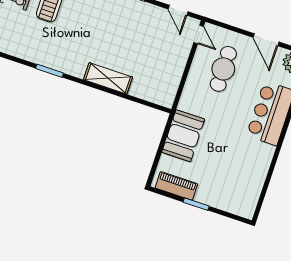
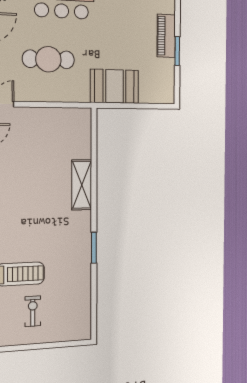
cafe table: (223, 69) -> (48, 59), moved
piano: (176, 186) -> (166, 36), moved

